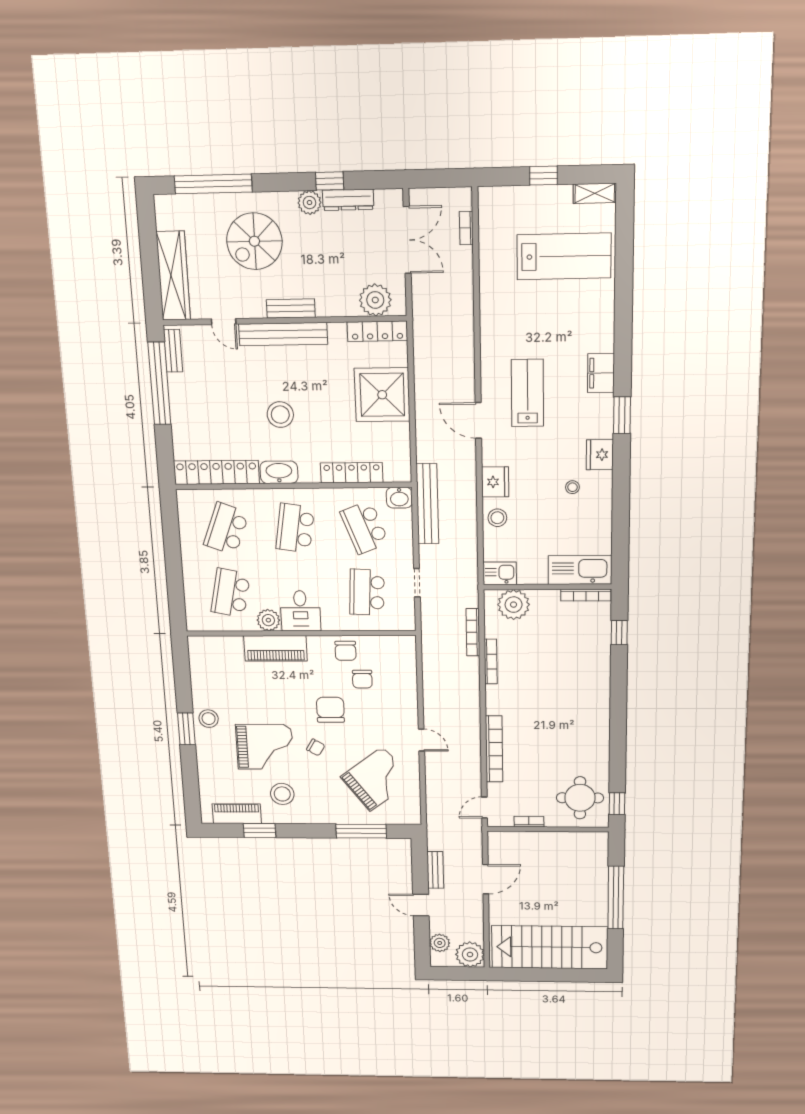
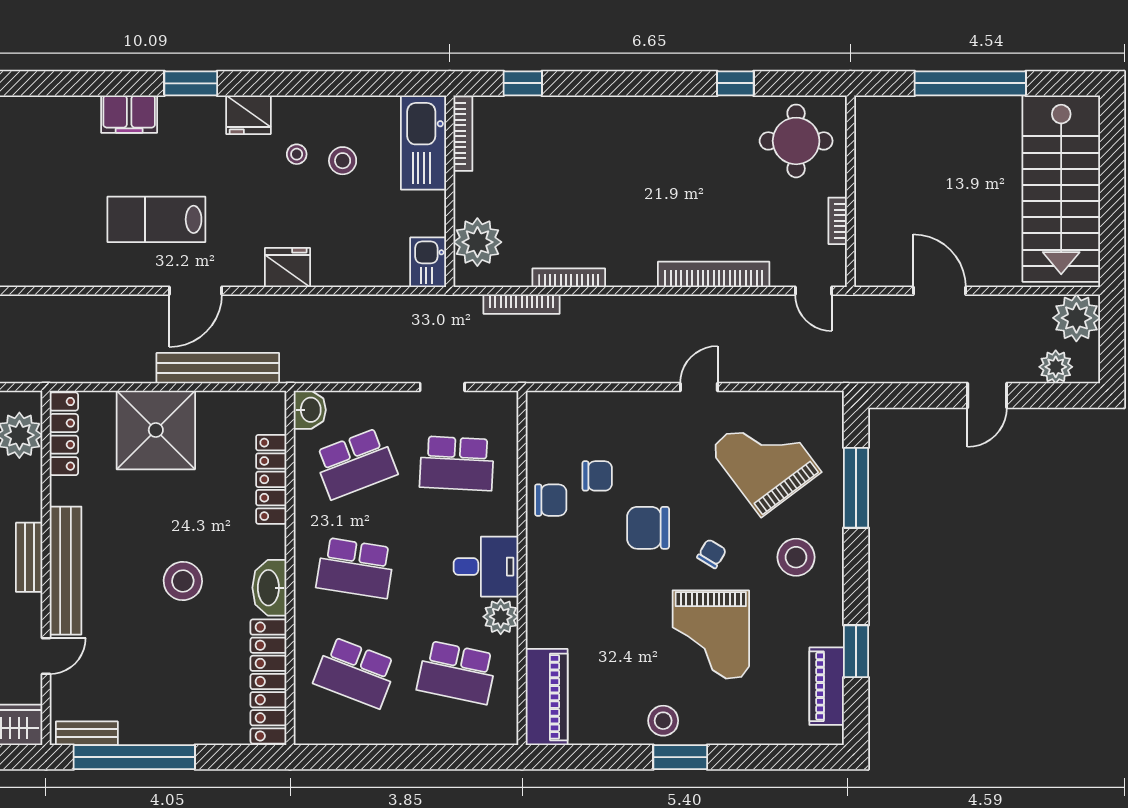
bench: (427, 504) -> (218, 368), moved
stool: (497, 518) -> (343, 161), moved
piano: (276, 648) -> (547, 697), moved
grand piano: (265, 747) -> (711, 634), turned 180
stool: (282, 794) -> (796, 557), moved
window: (617, 804) -> (735, 83), moved
bench: (435, 870) -> (924, 371), removed

